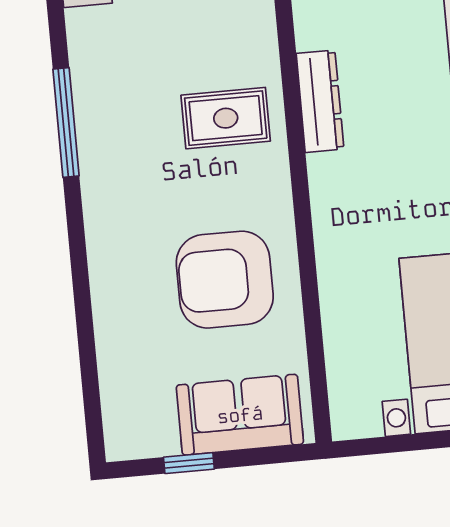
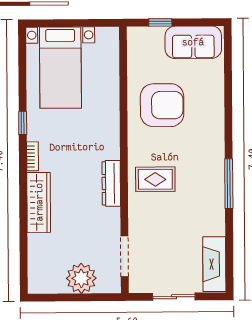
sofa: (240, 415) -> (193, 42), moved
window: (189, 463) -> (160, 22), moved

